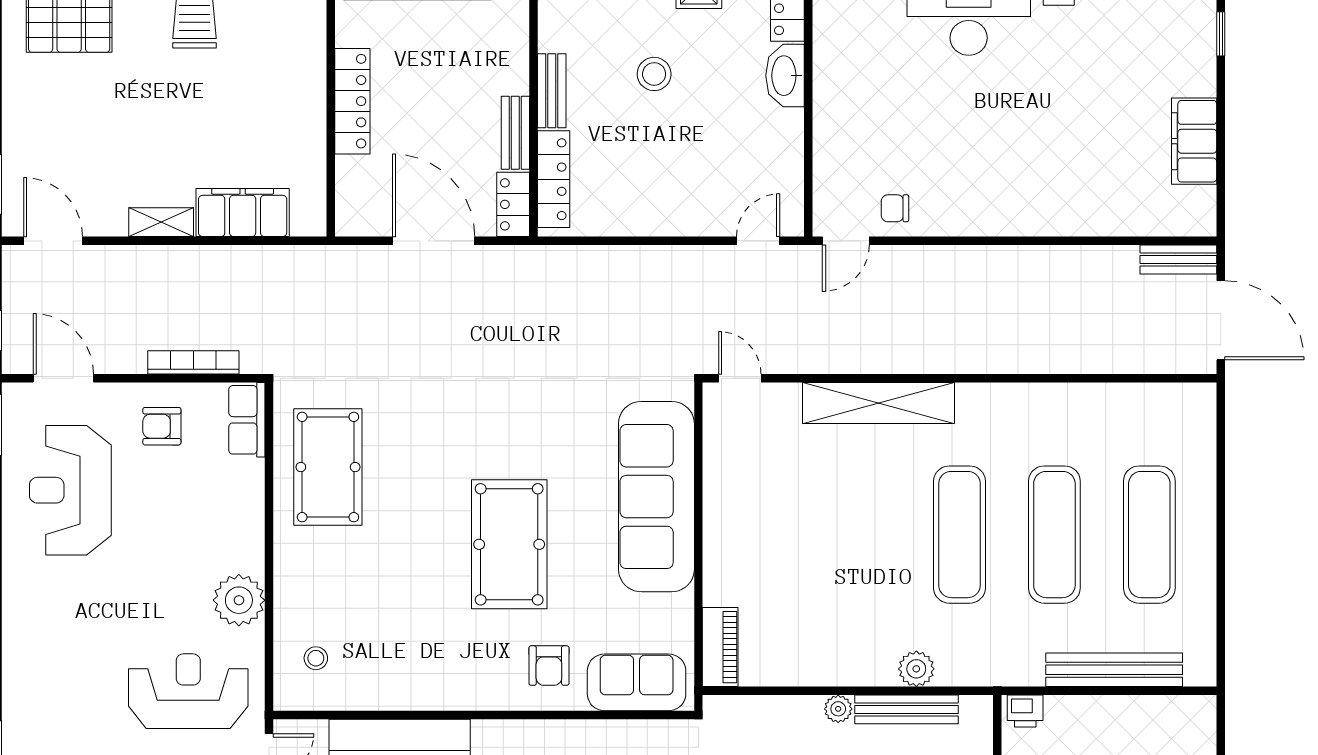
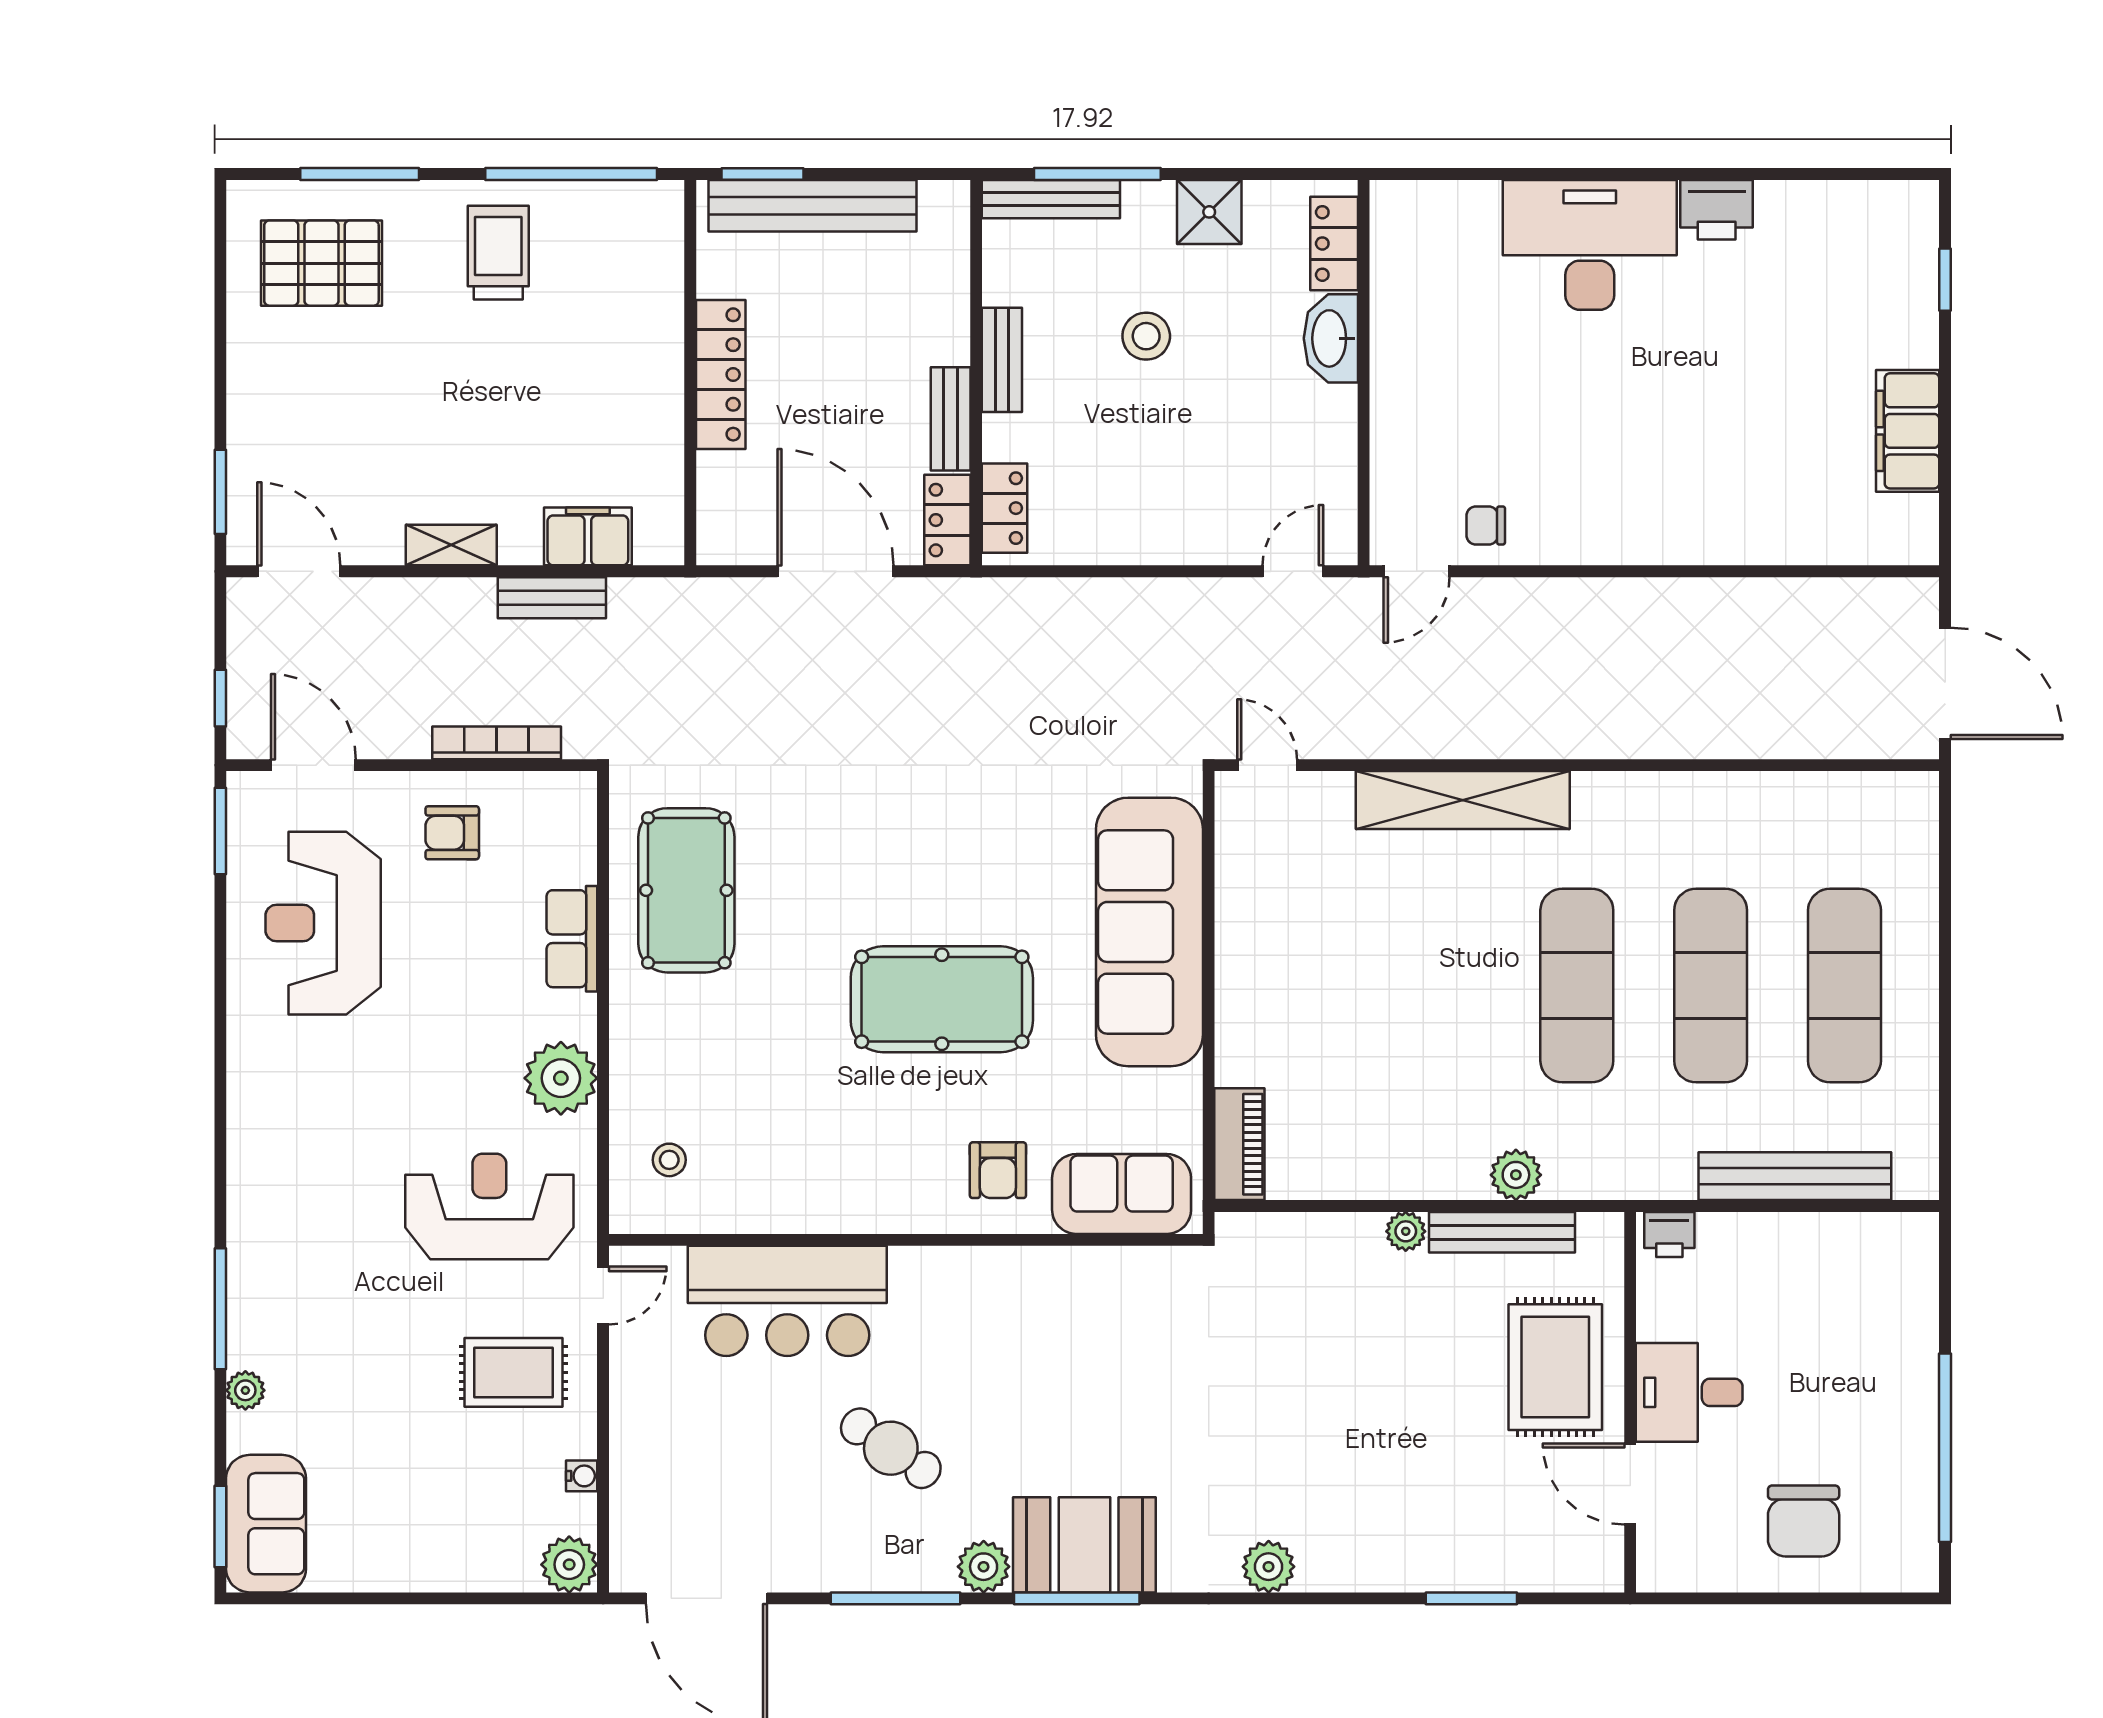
locker: (554, 179) -> (1005, 508), width x0.66
filing cabinet: (243, 213) -> (588, 536), width x0.67, depth x0.86
bench: (1178, 259) -> (552, 598), moved
row of seats: (247, 420) -> (572, 939), moved
pool table: (509, 544) -> (942, 999), turned 90

